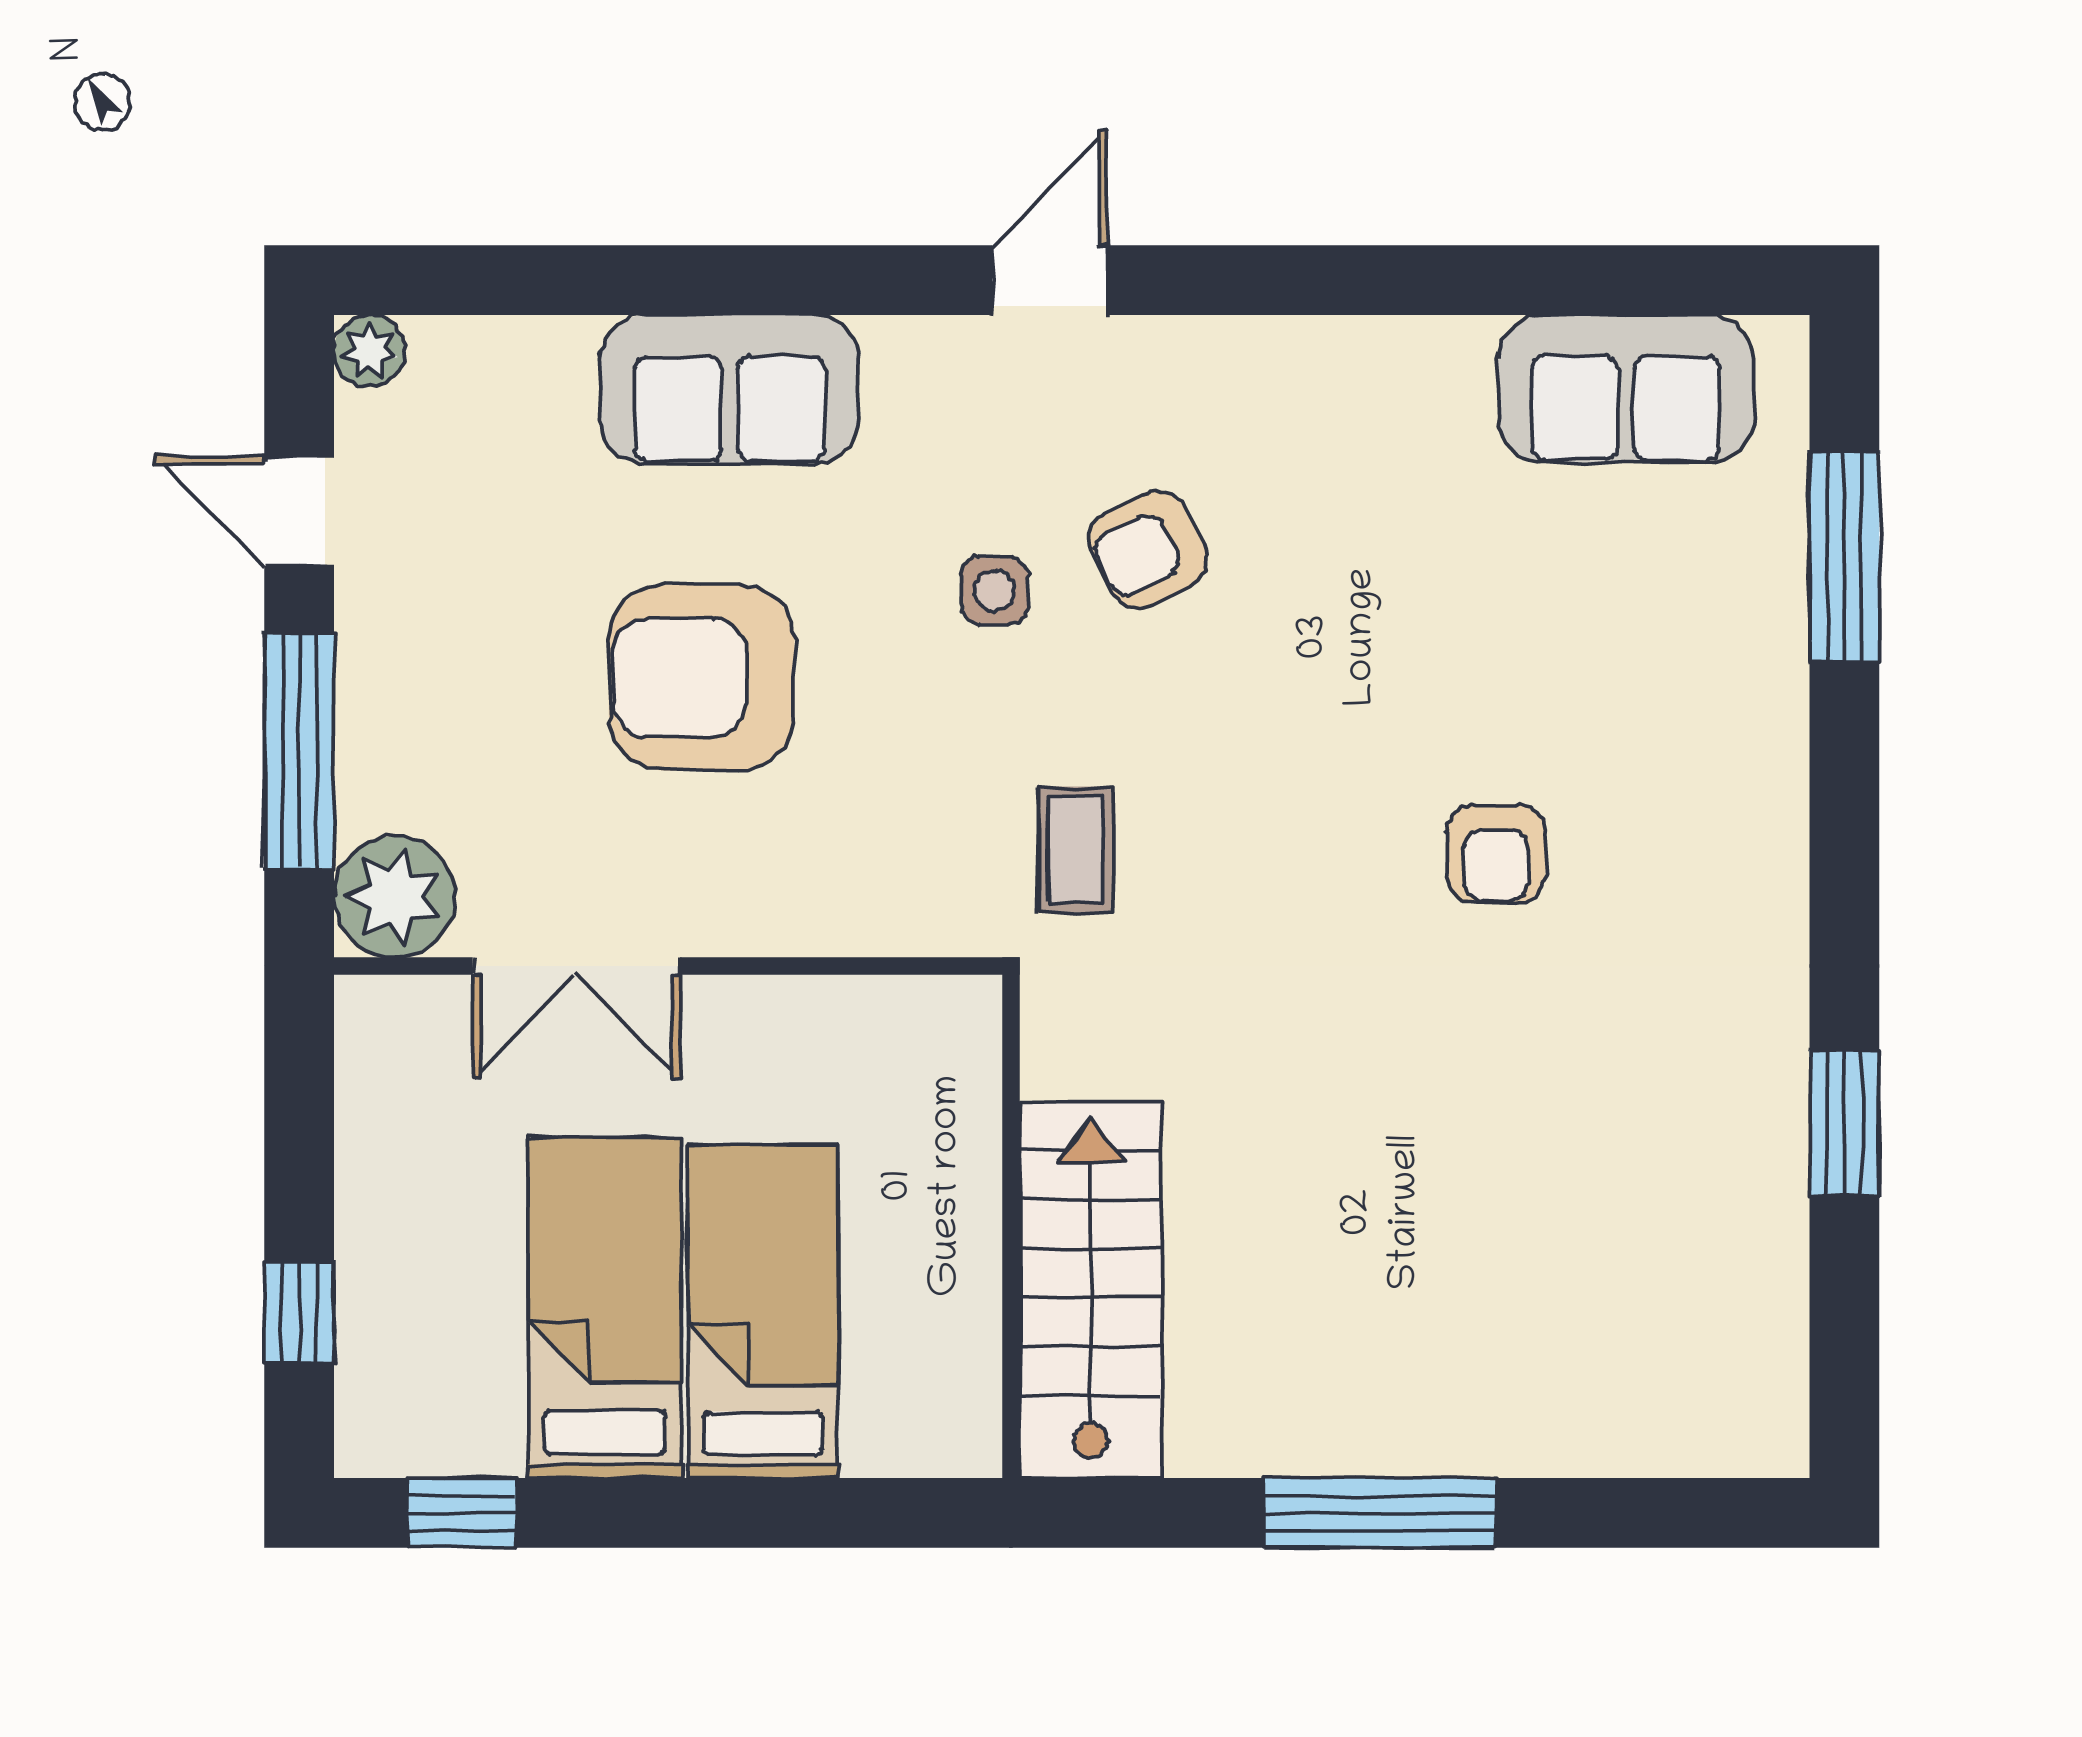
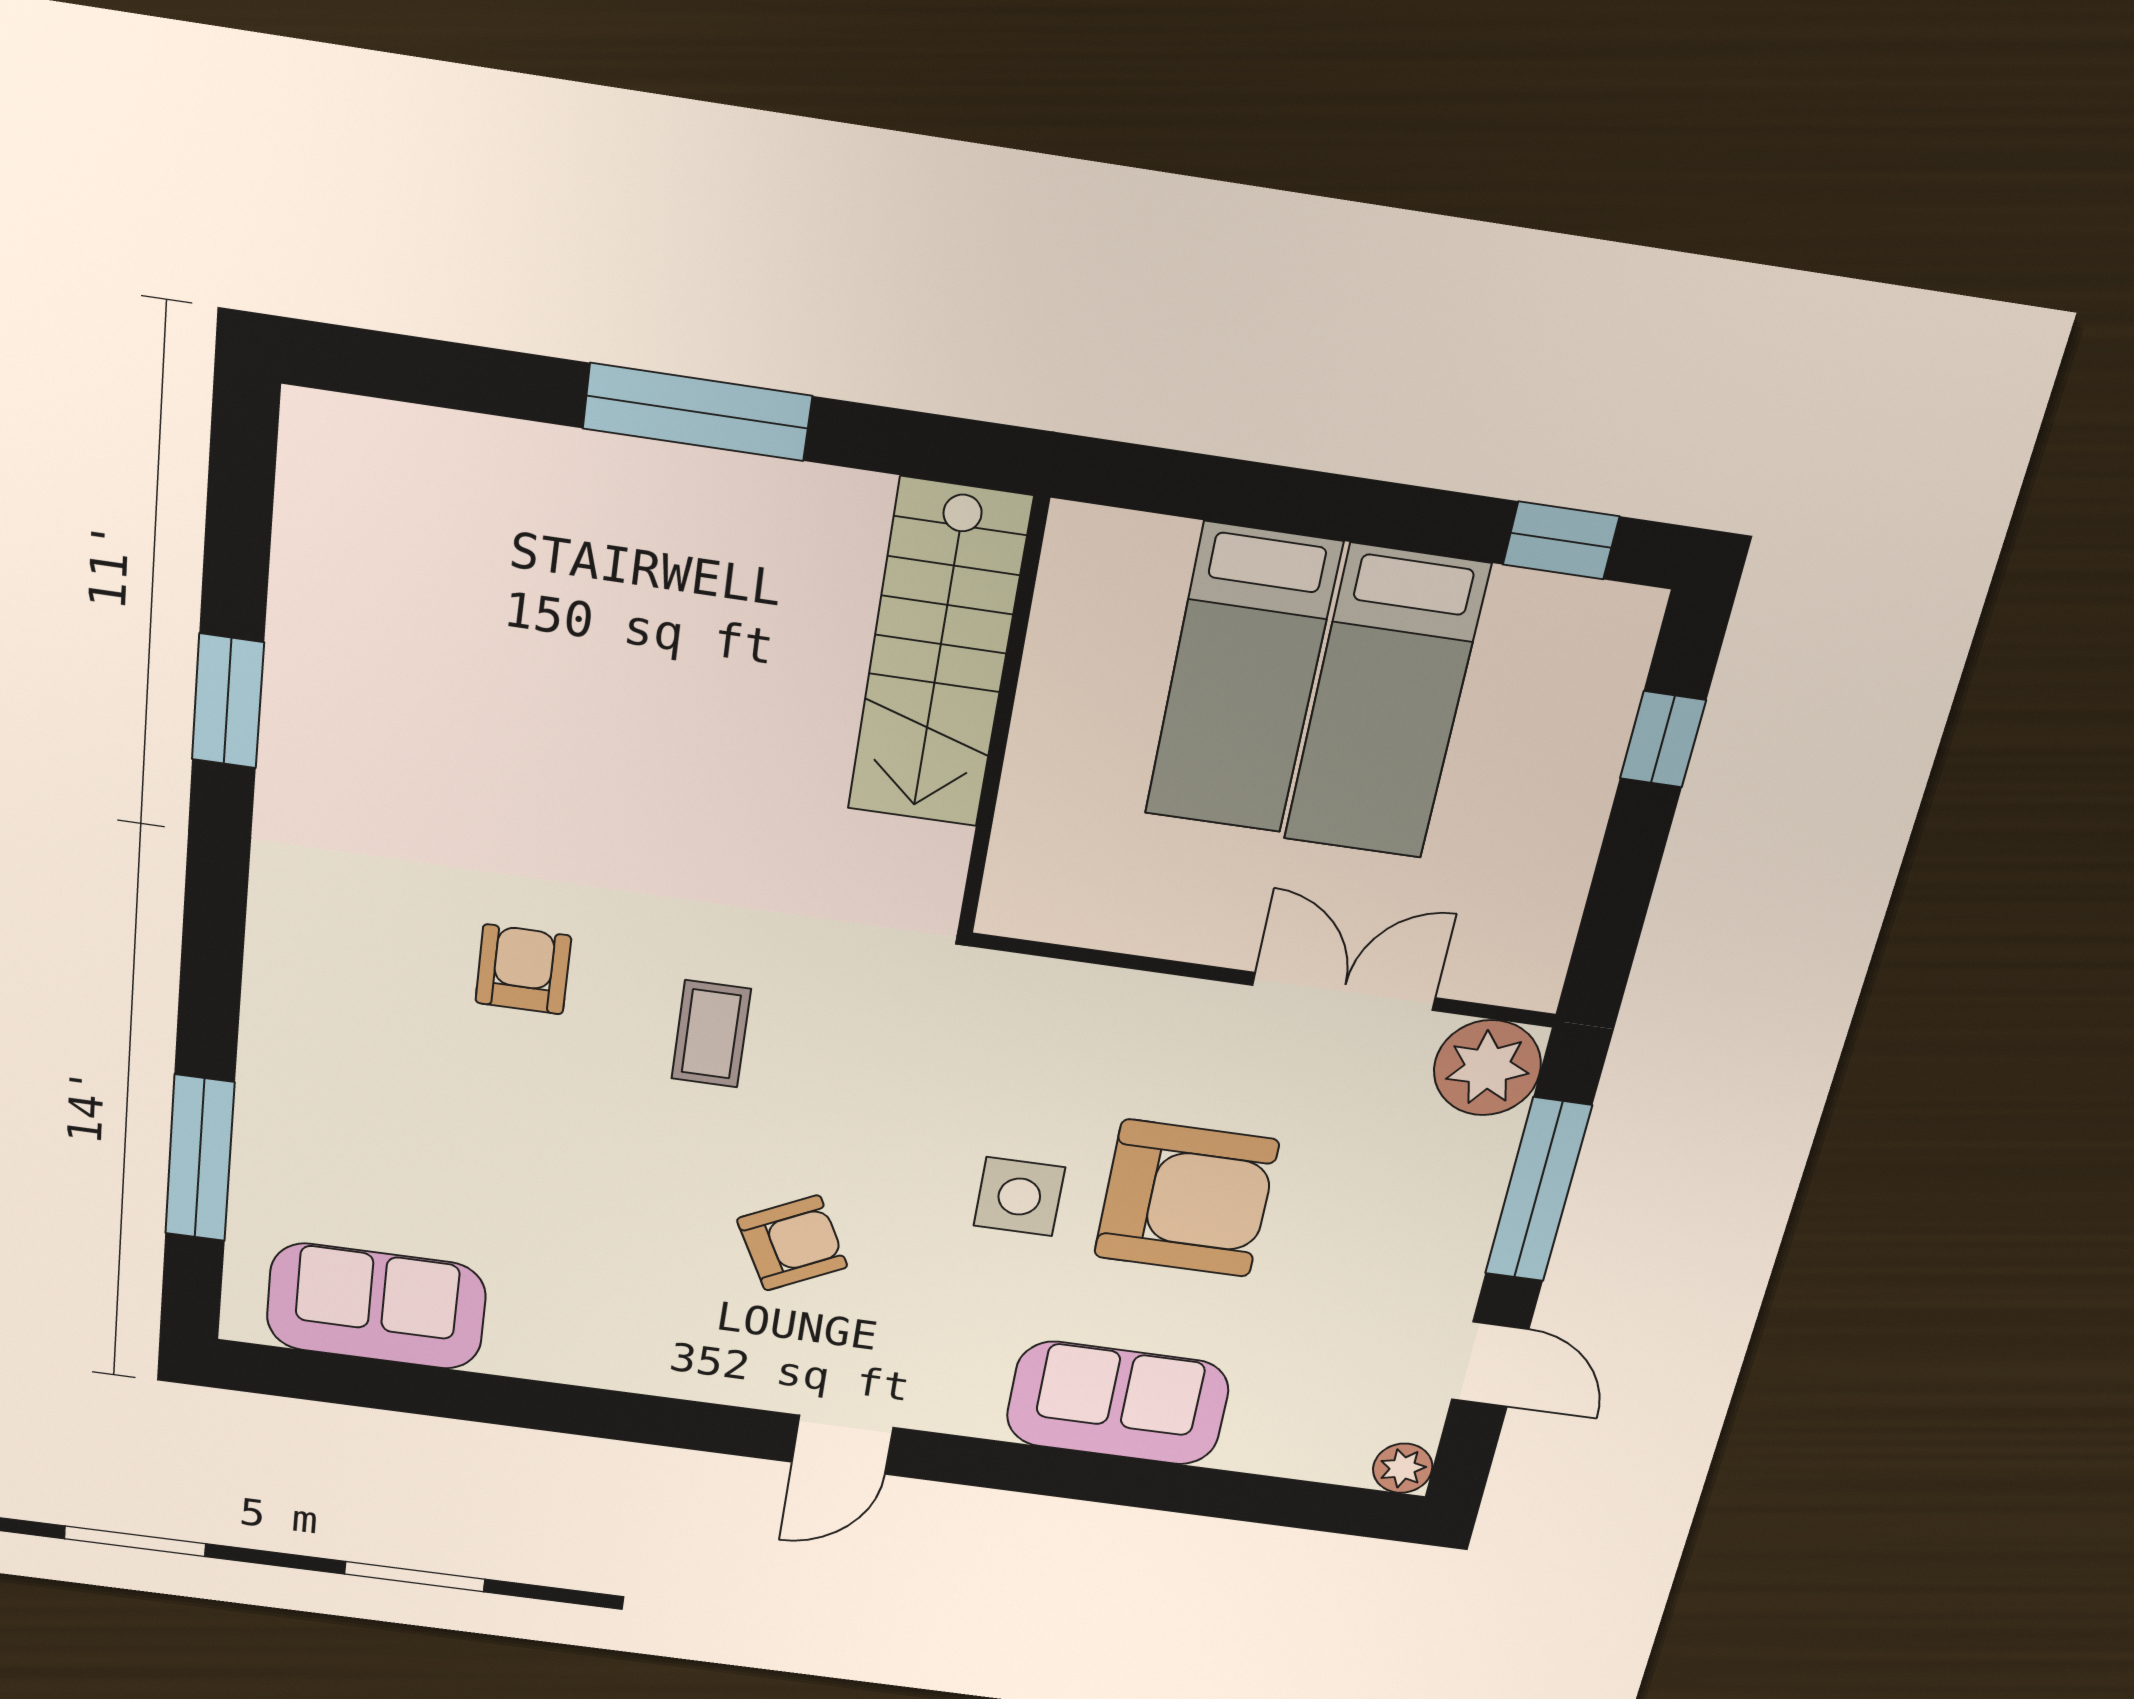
side table: (994, 591) -> (1019, 1197), moved, width x1.37, depth x1.37
coffee table: (1076, 850) -> (711, 1034), moved

